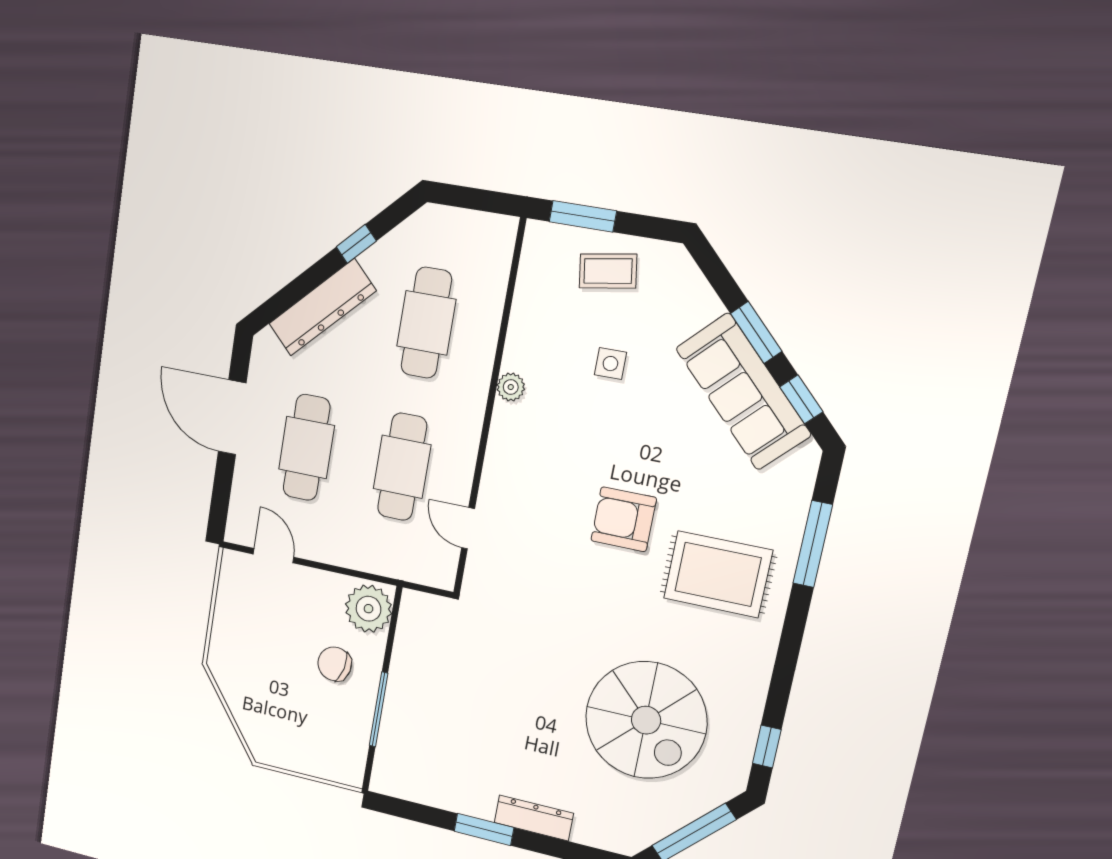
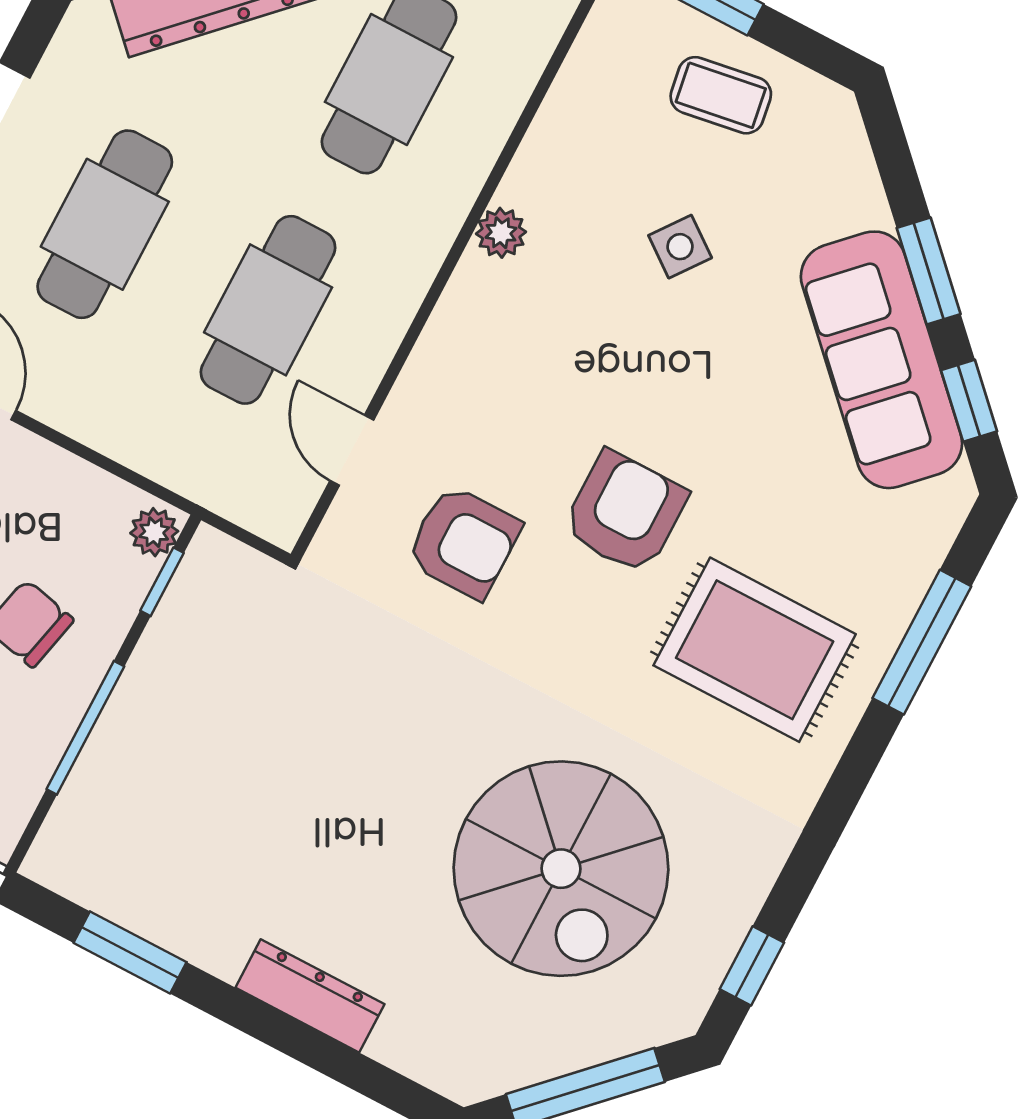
side table: (610, 364) -> (680, 247), turned 37
armchair: (624, 519) -> (625, 512), turned 90
armchair: (541, 560) -> (464, 542), added
plant: (369, 609) -> (154, 532), width x0.53, depth x0.53
window: (393, 625) -> (162, 582), added
window: (484, 829) -> (130, 952), moved

